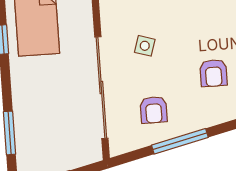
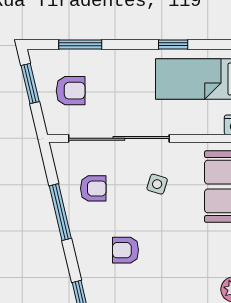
armchair: (154, 110) -> (93, 188), turned 180
armchair: (57, 139) -> (71, 91), added

